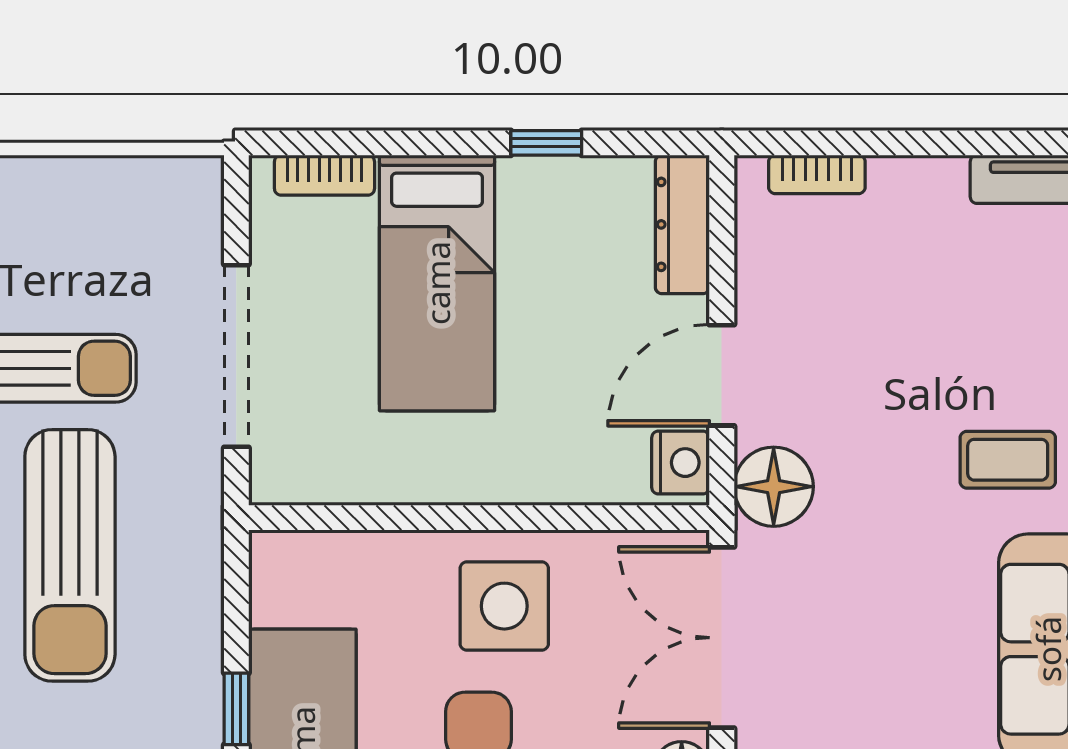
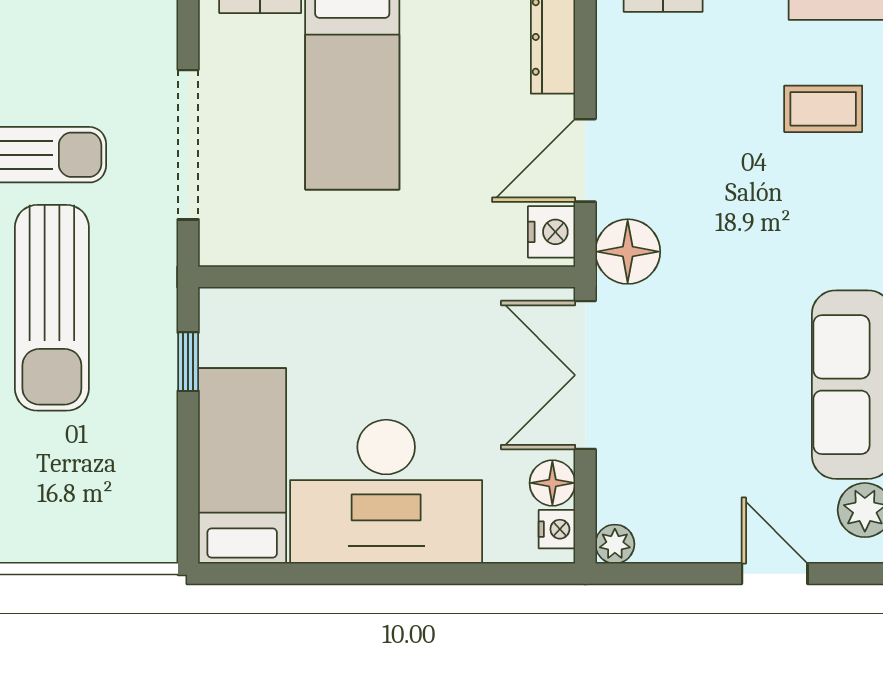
coffee table: (1008, 460) -> (823, 109), moved
side table: (504, 606) -> (407, 349), removed
window: (236, 709) -> (188, 362), moved

